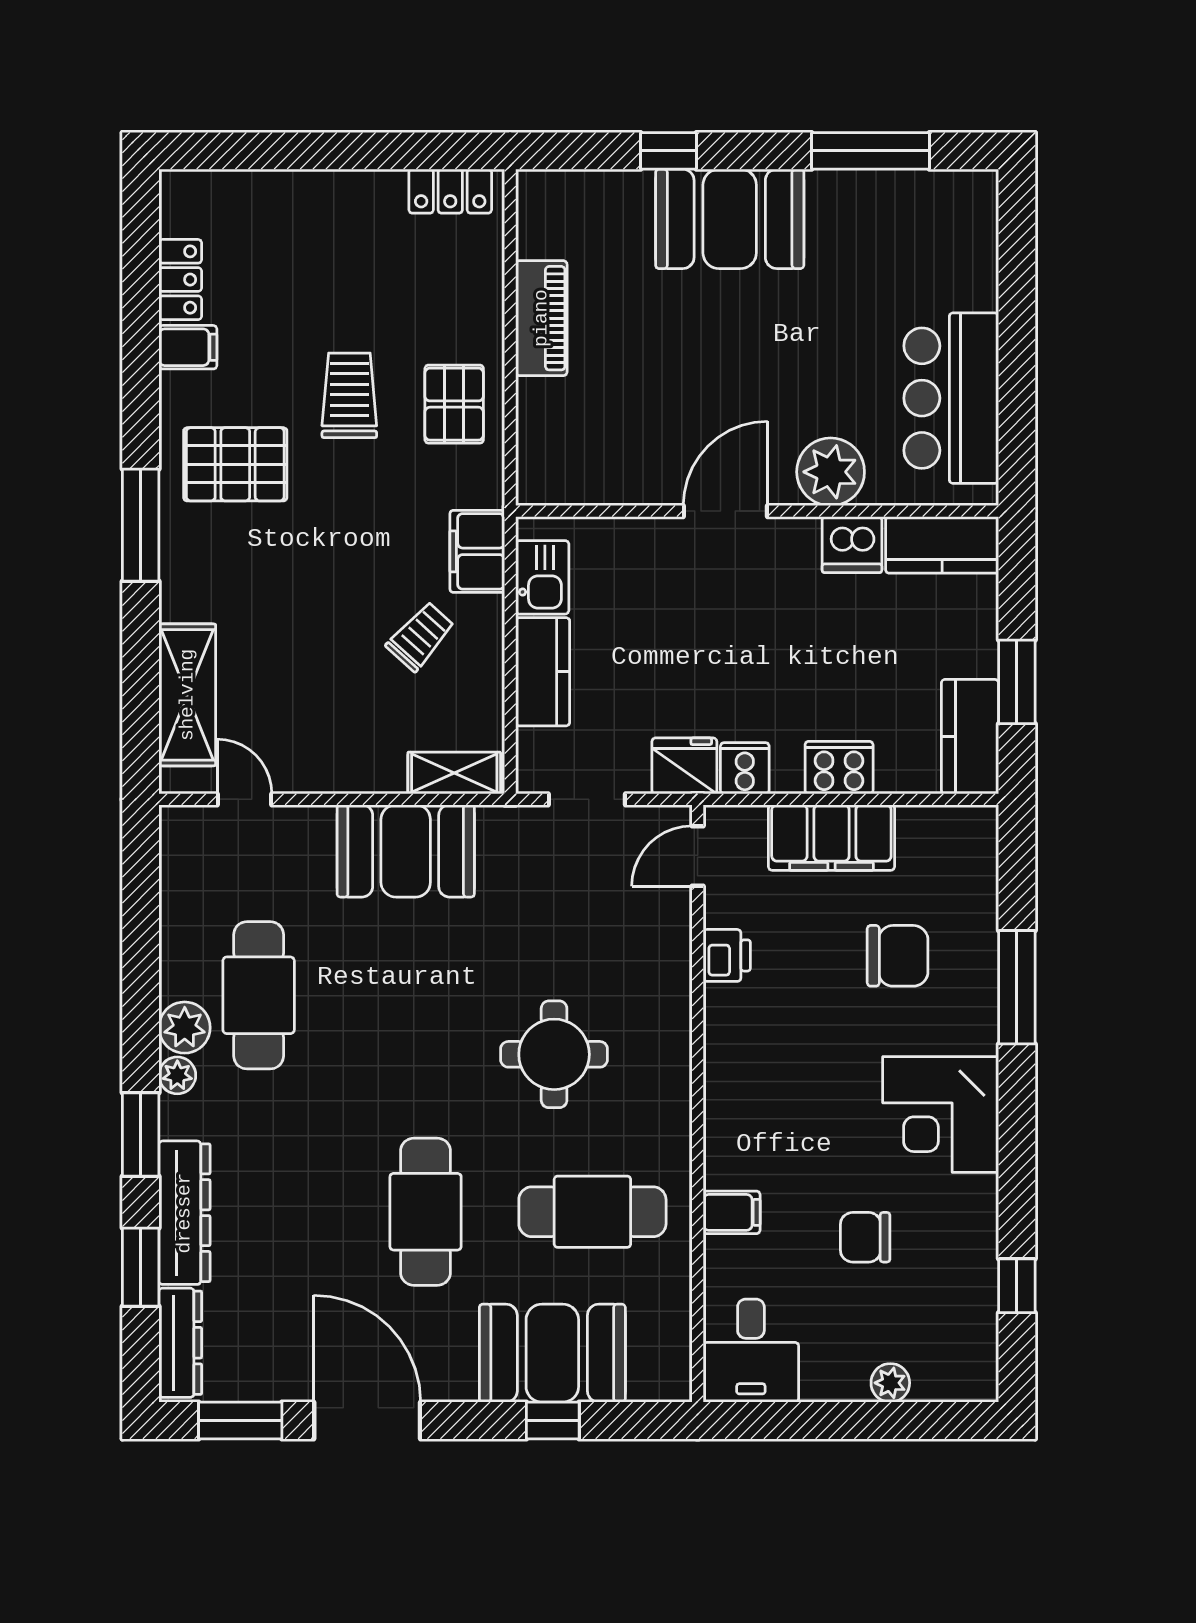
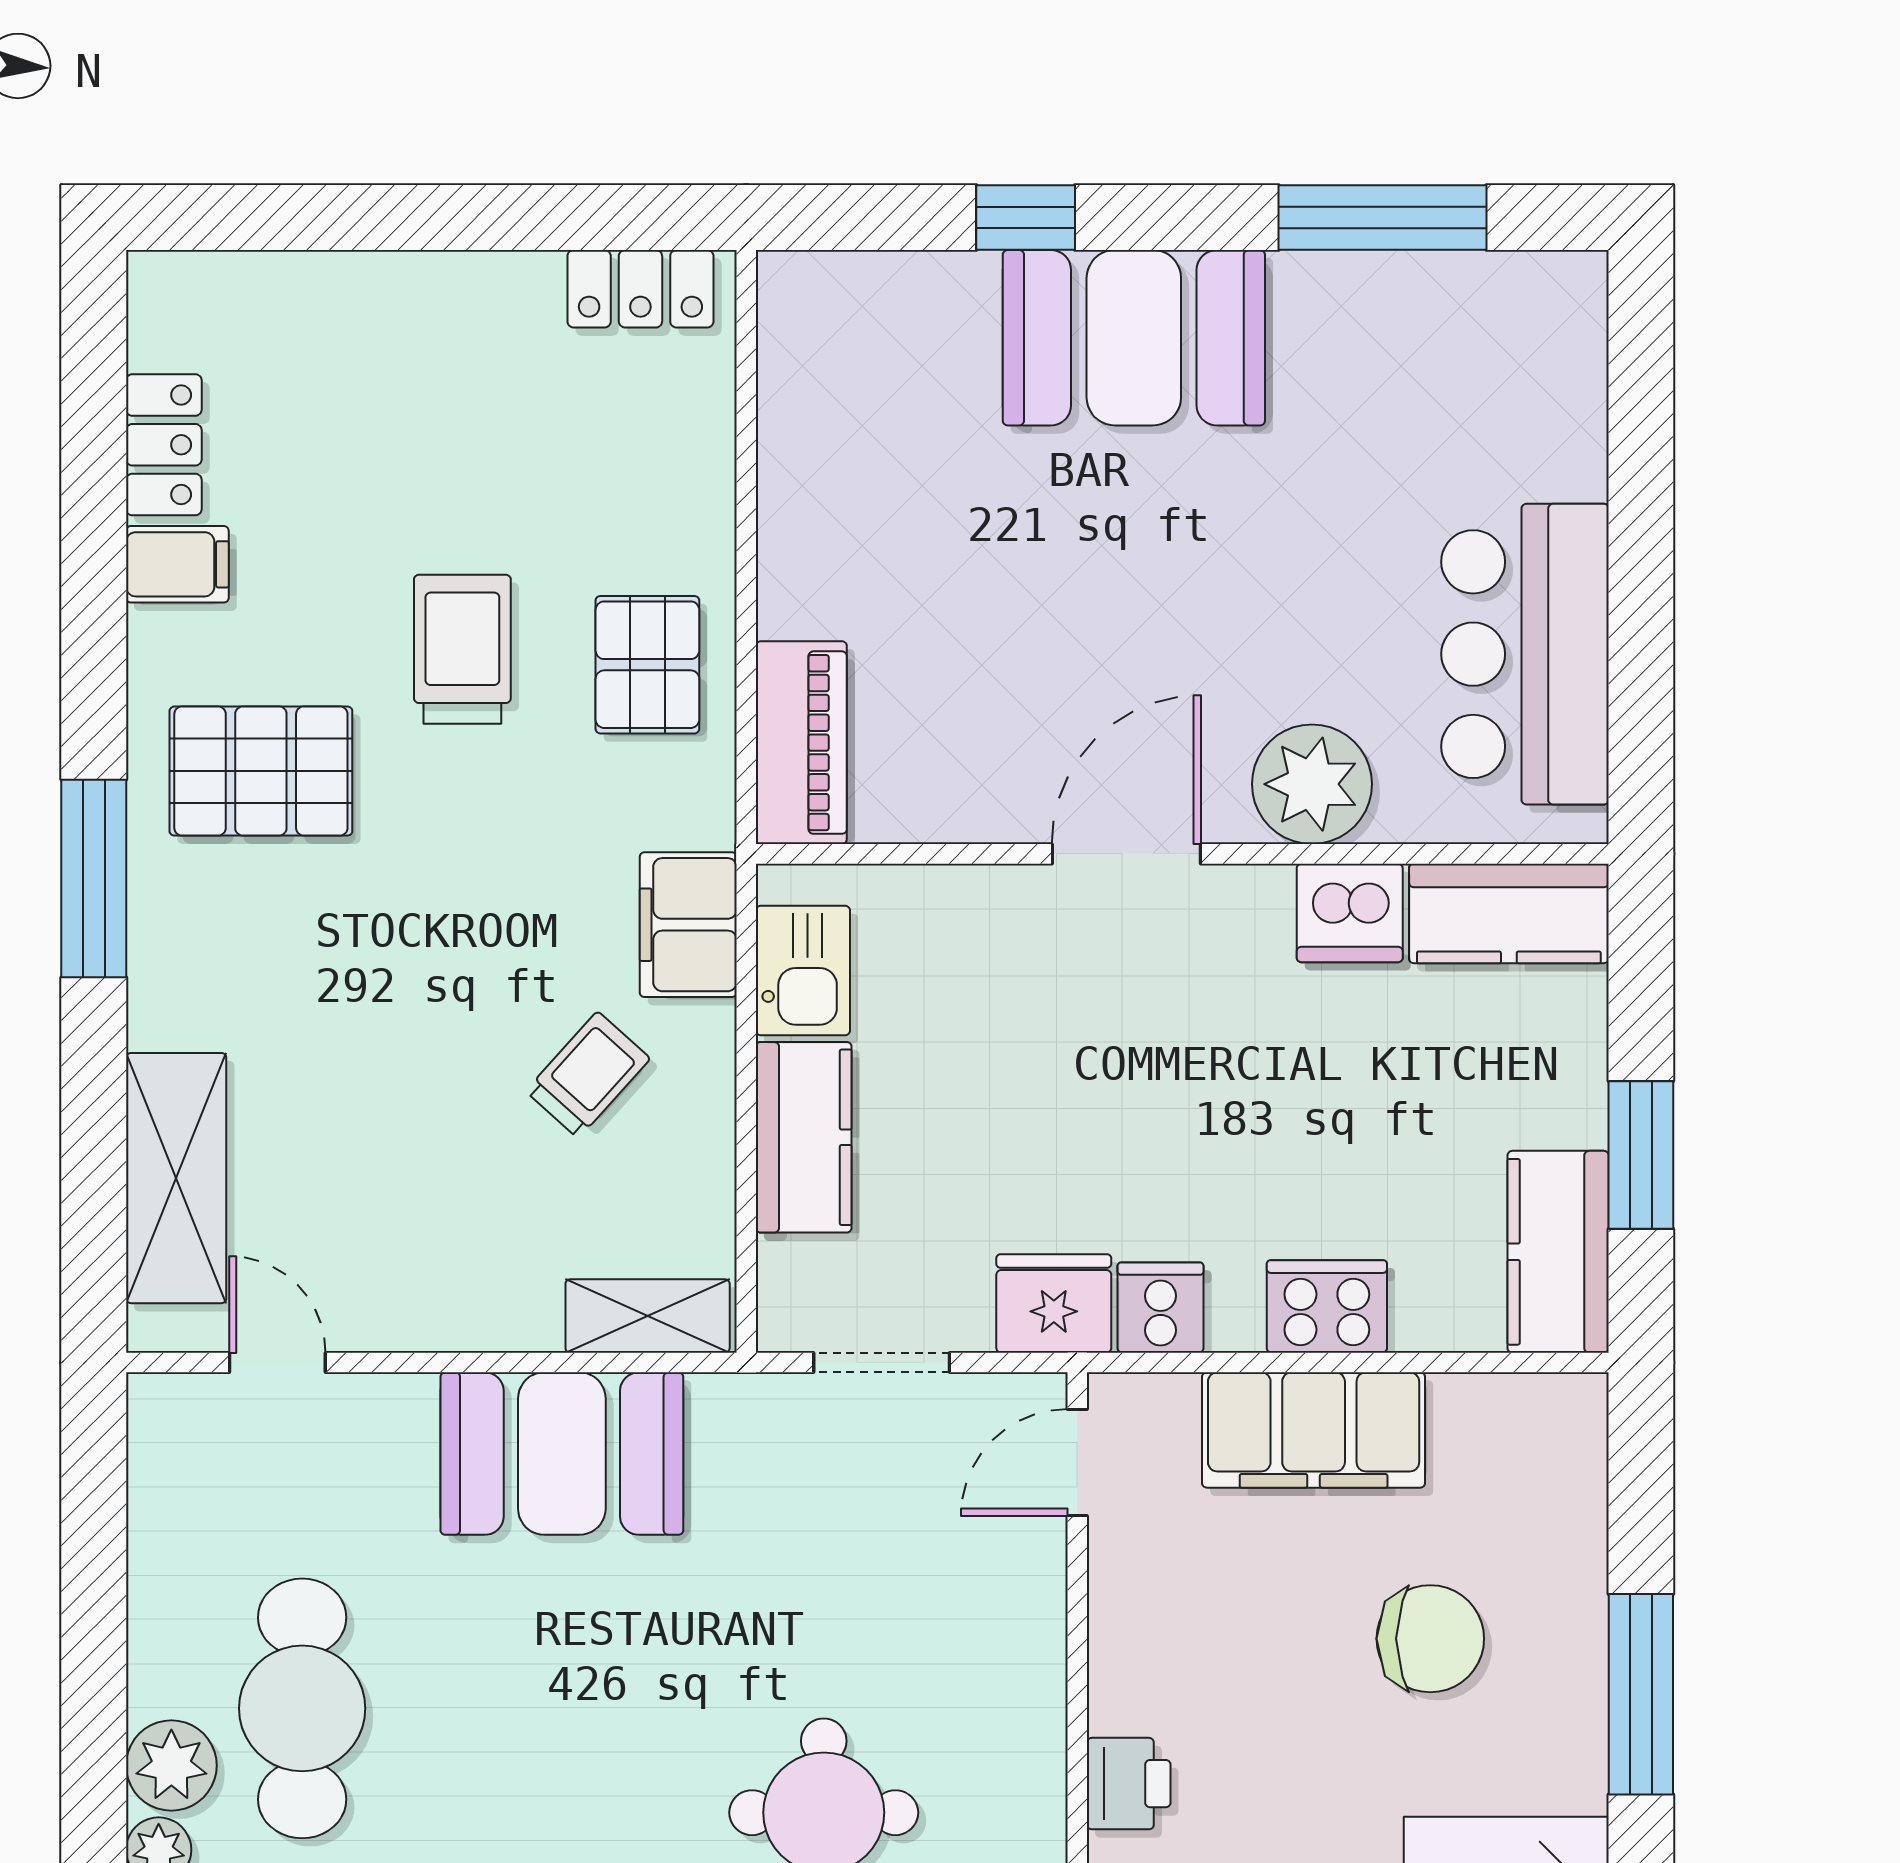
piano: (541, 318) -> (801, 743), moved
printer: (727, 955) -> (1129, 1784), moved

